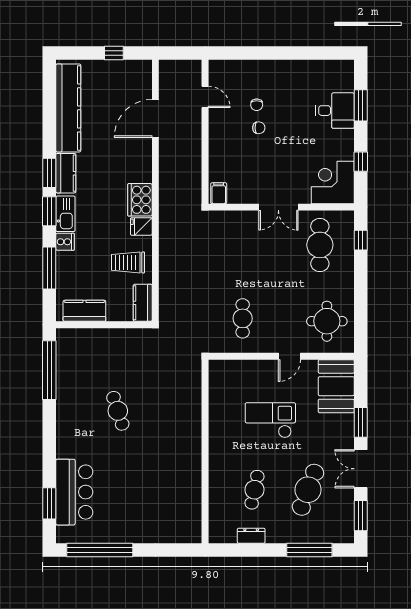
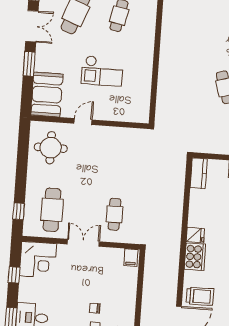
trolley: (128, 262) -> (200, 296), moved
cafe table: (243, 318) -> (114, 214), moved

